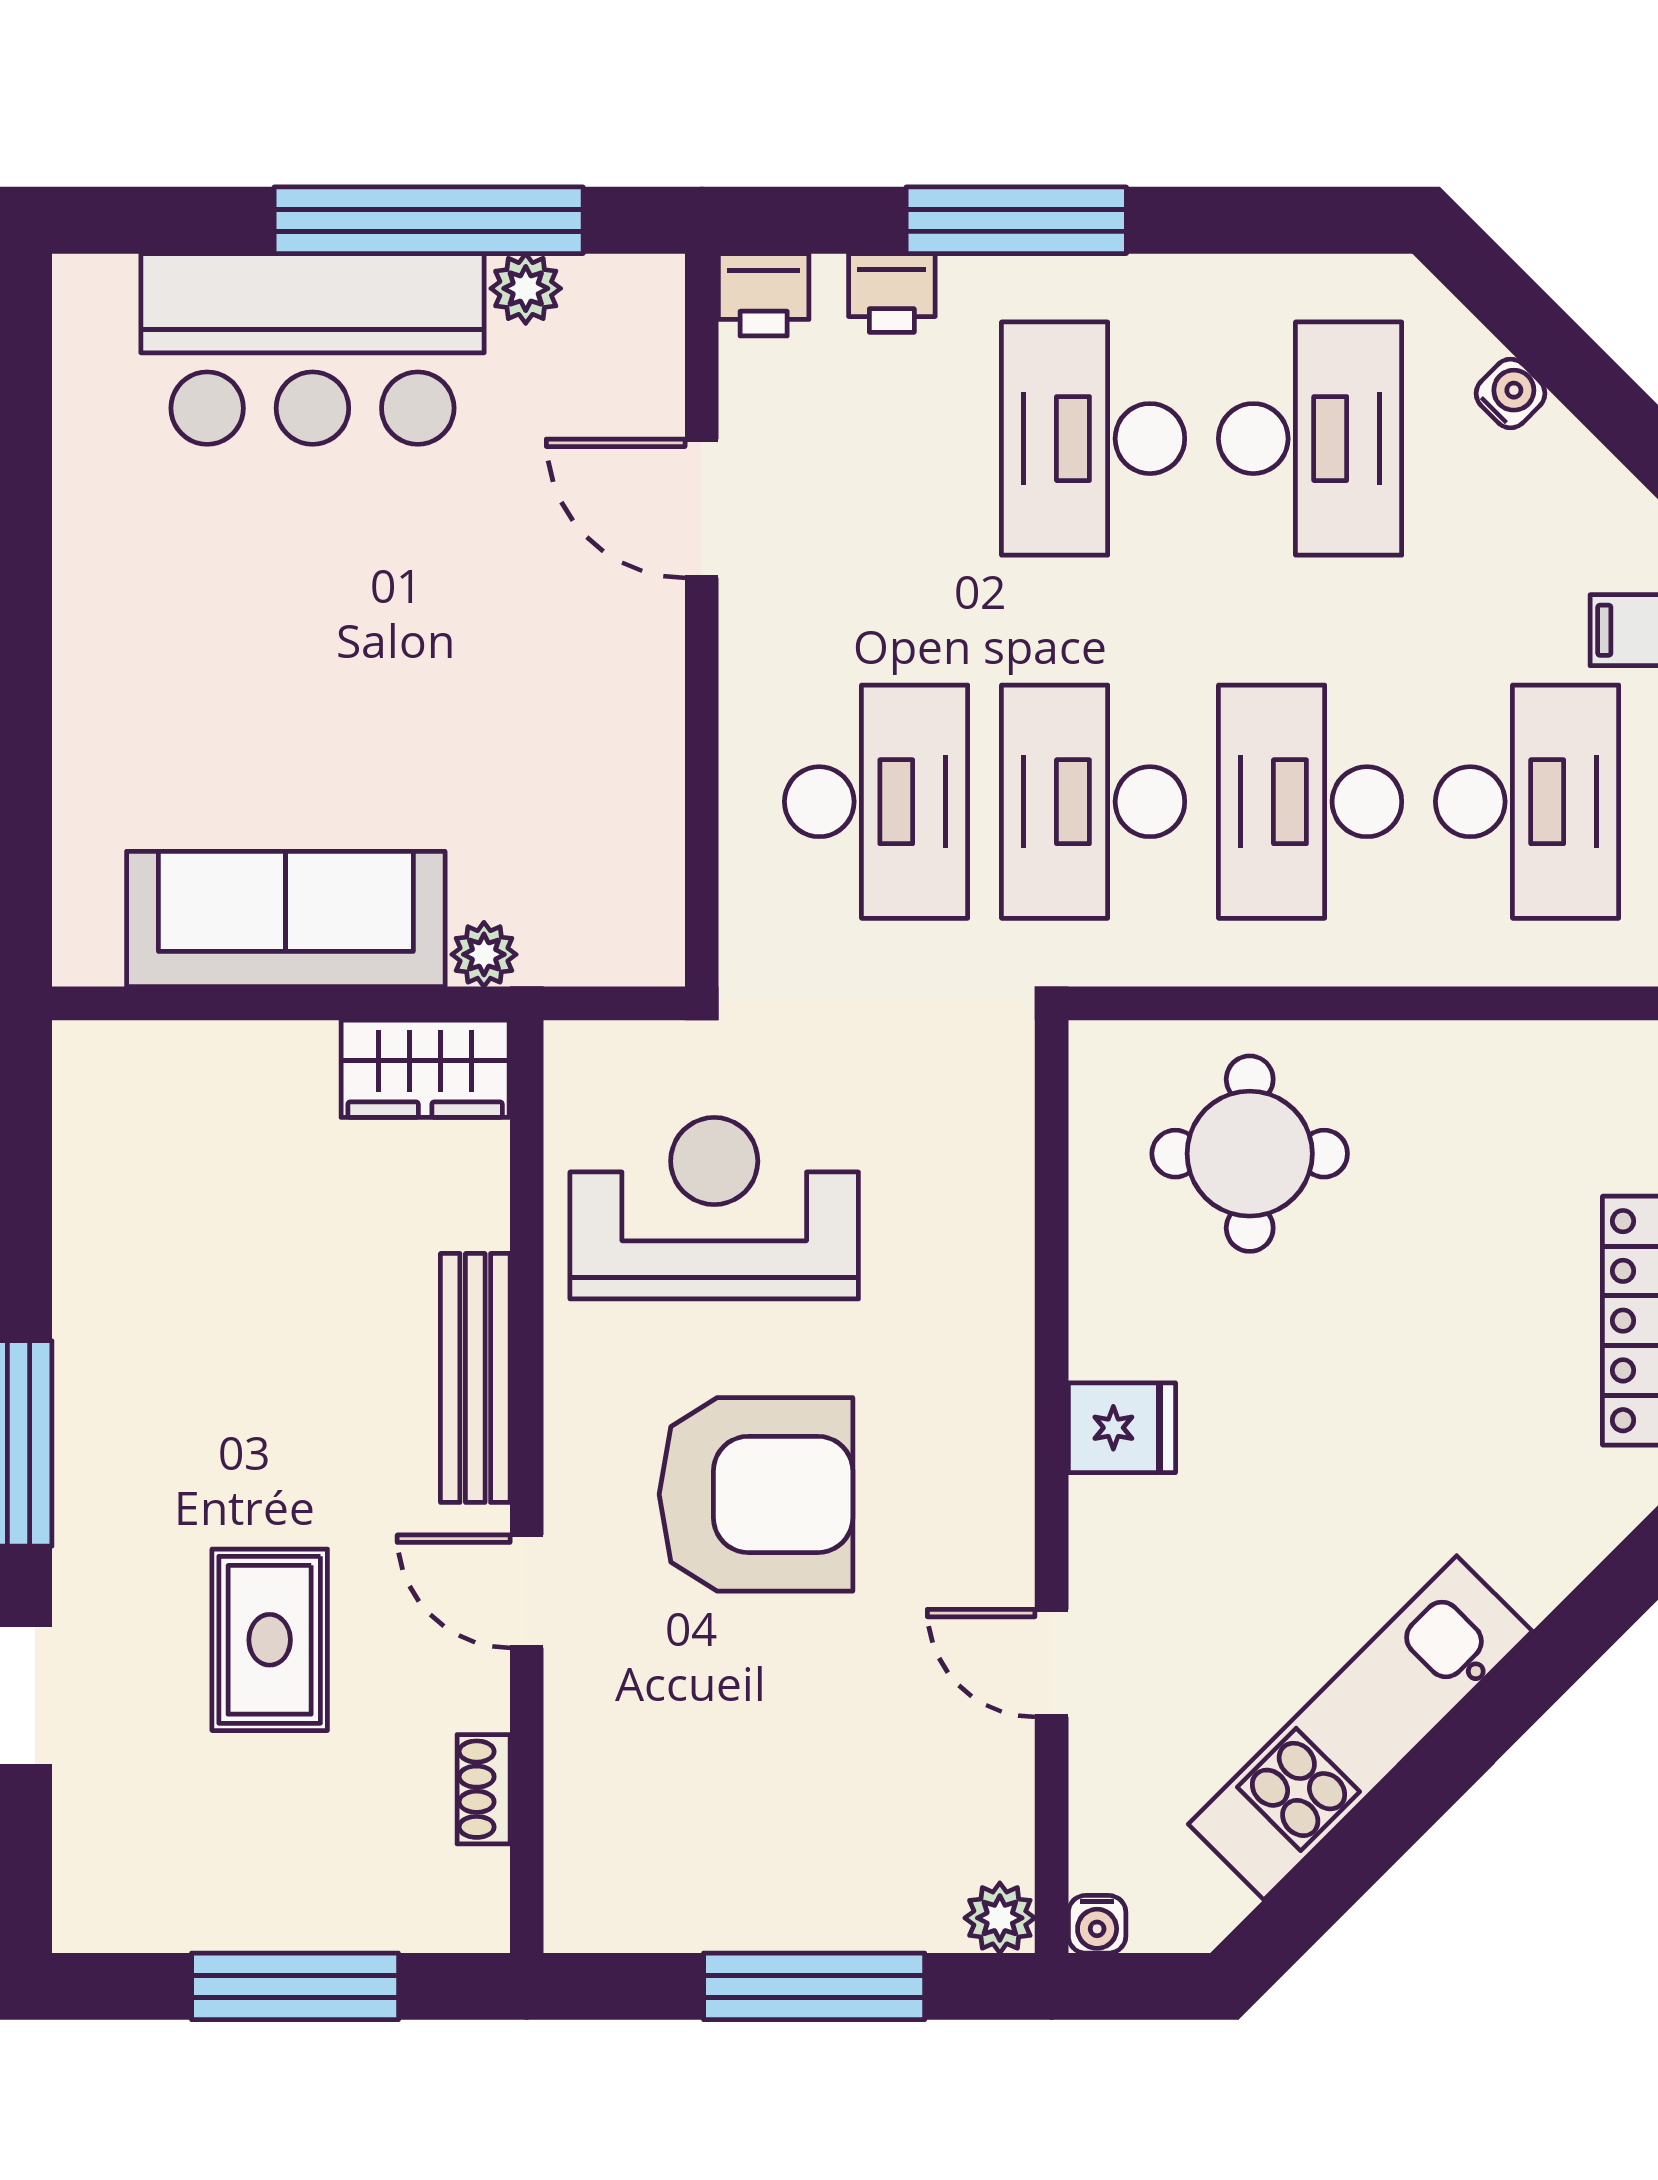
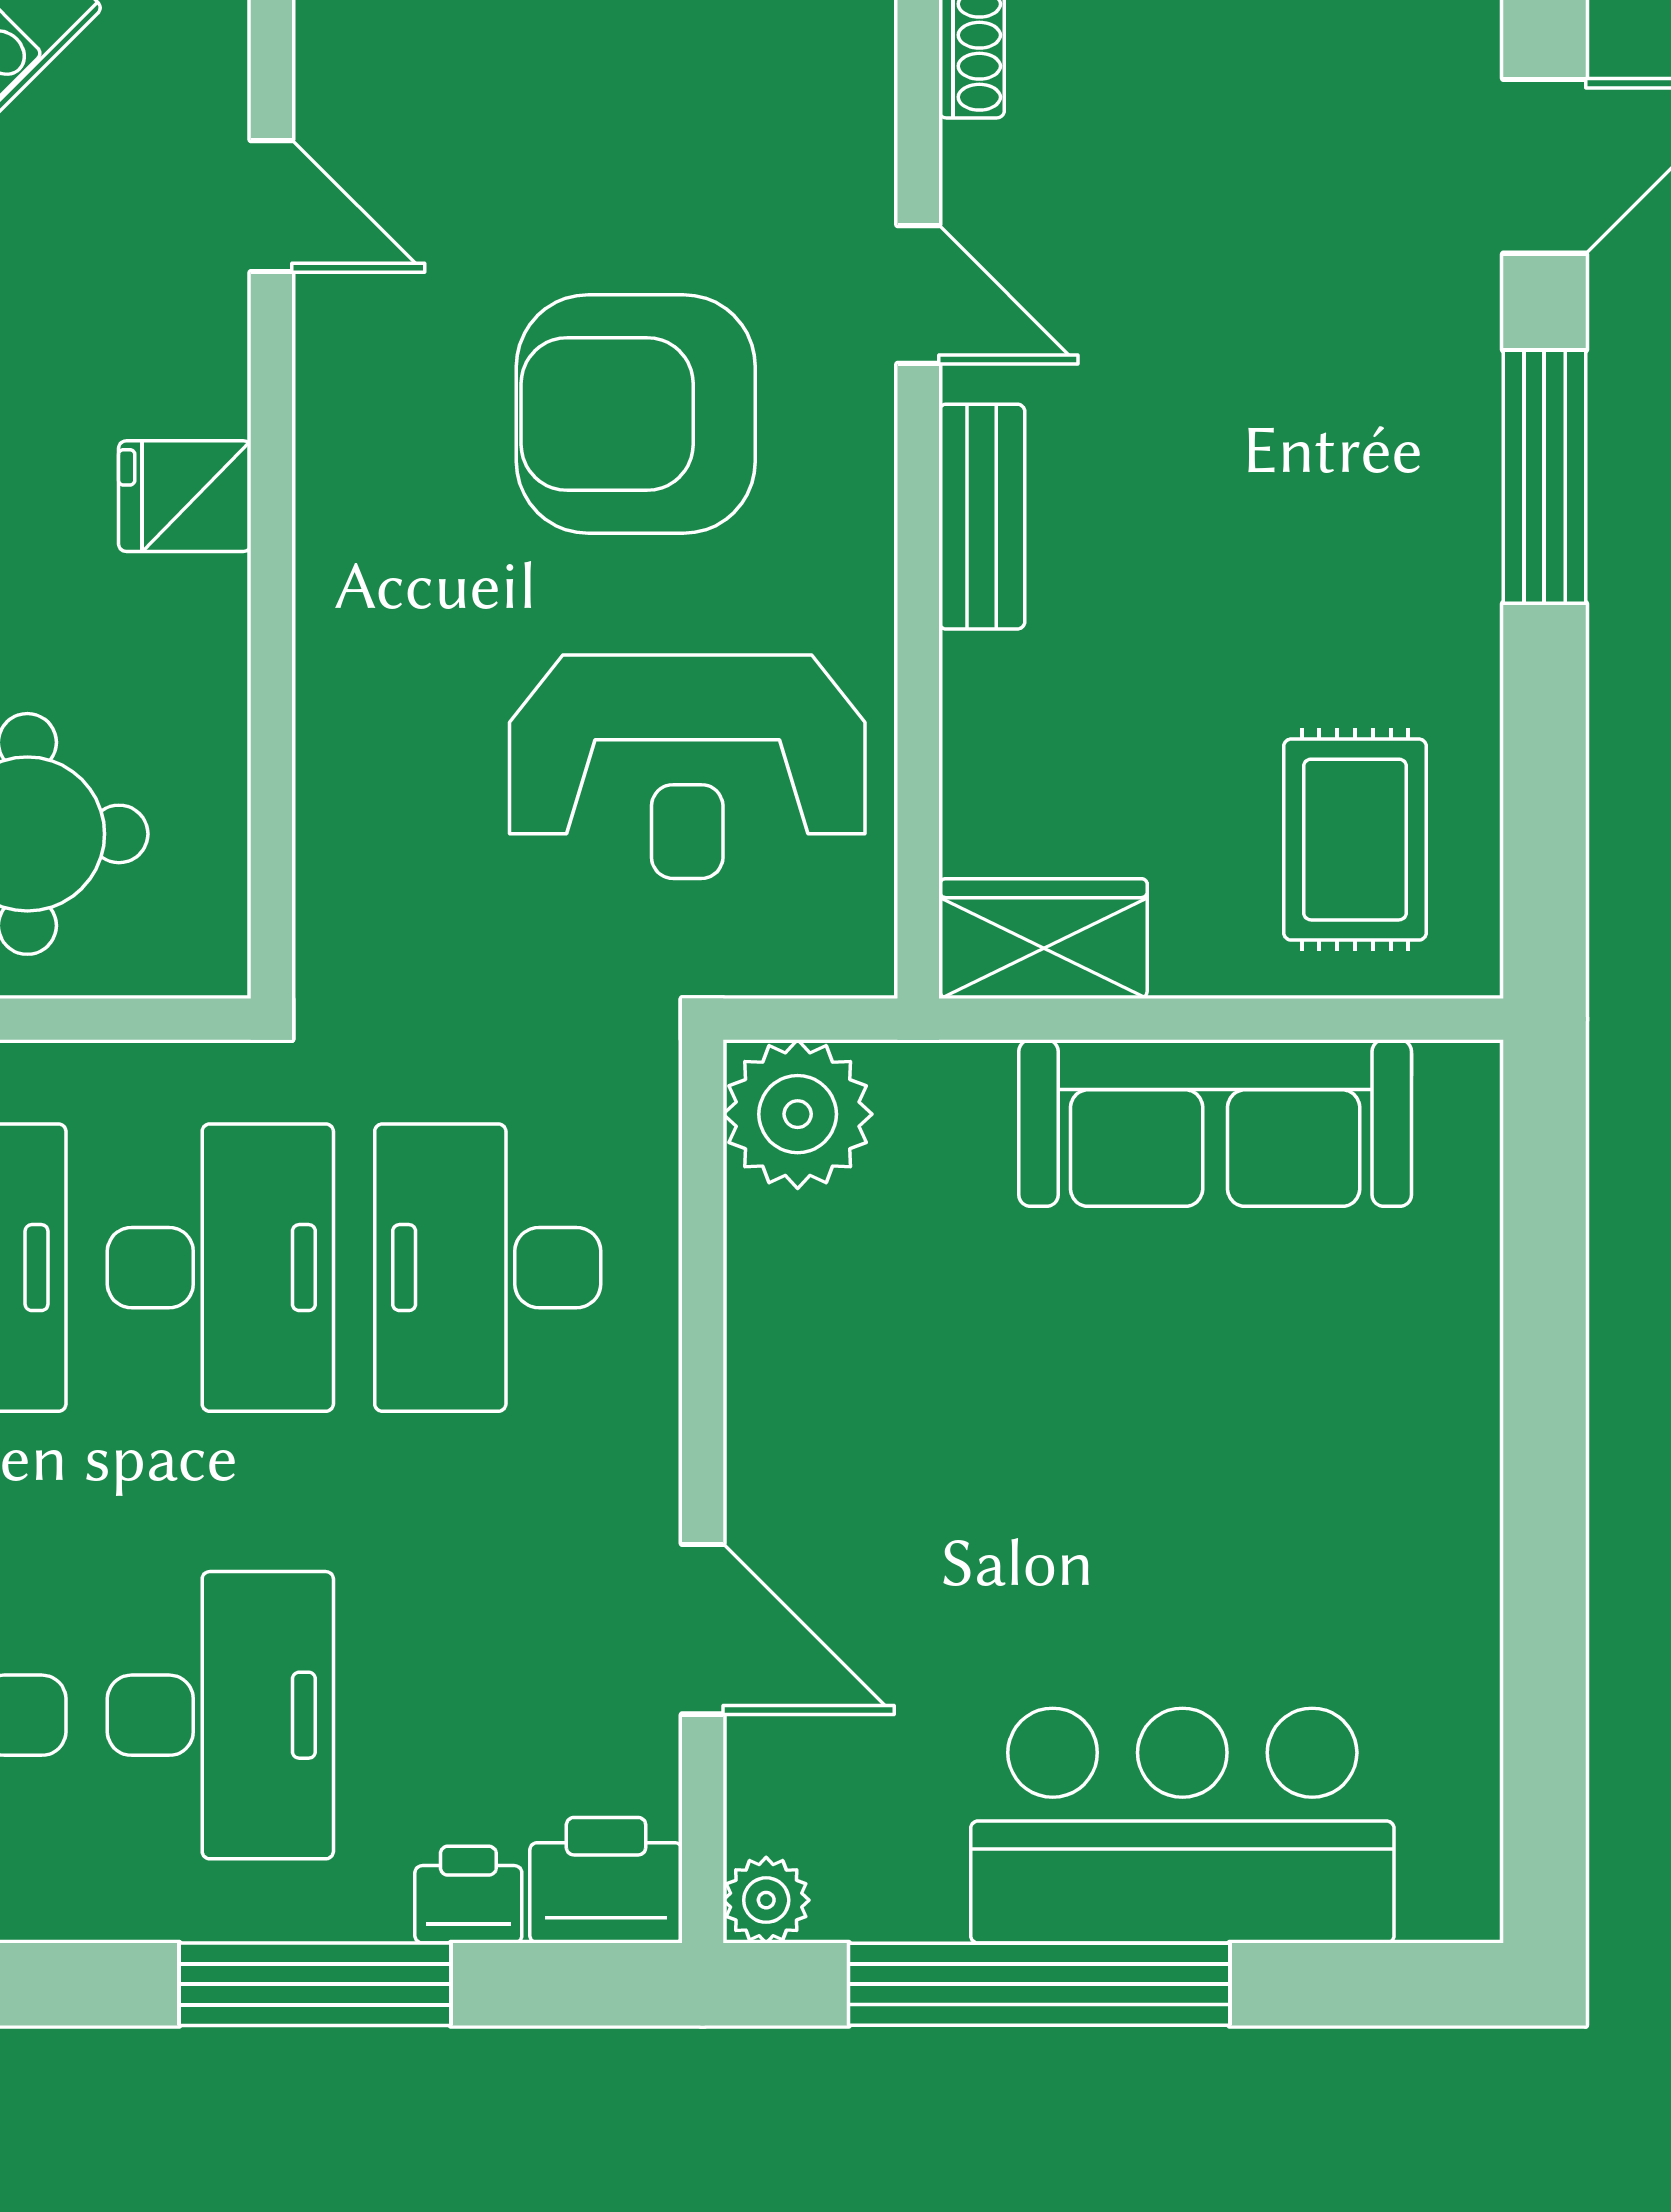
plant: (526, 288) -> (766, 1900), moved
printer: (764, 295) -> (606, 1880), width x1.36, depth x1.24
plant: (484, 954) -> (798, 1114), moved, width x1.88, depth x1.88
bench: (475, 1378) -> (982, 517), width x0.73
rug: (270, 1640) -> (1355, 840), moved

